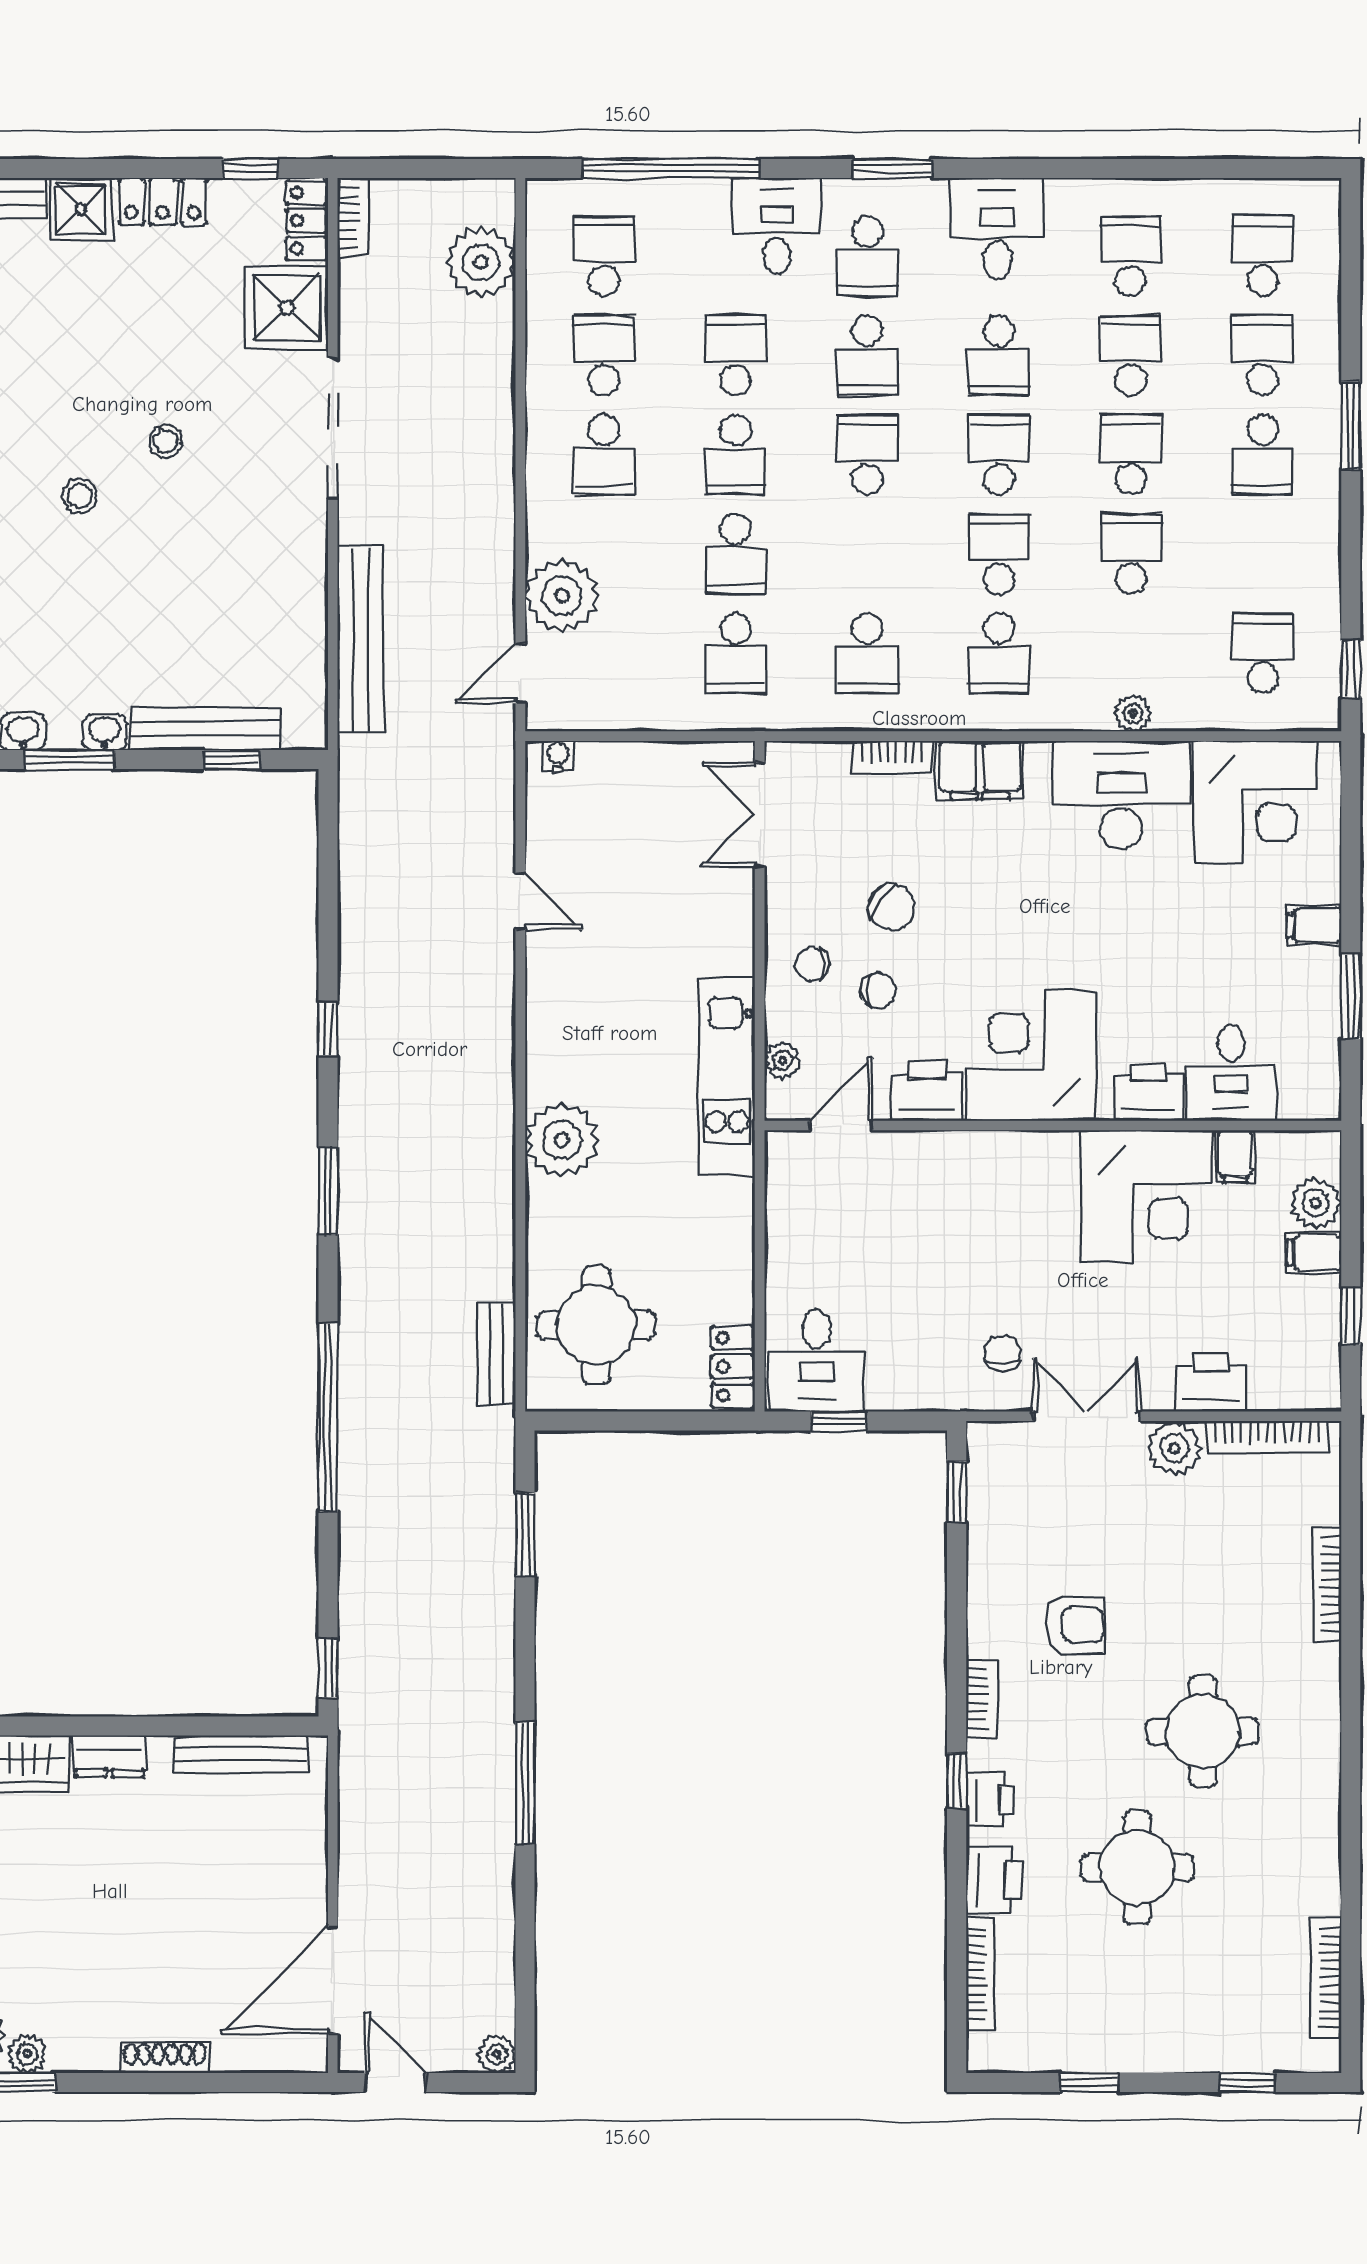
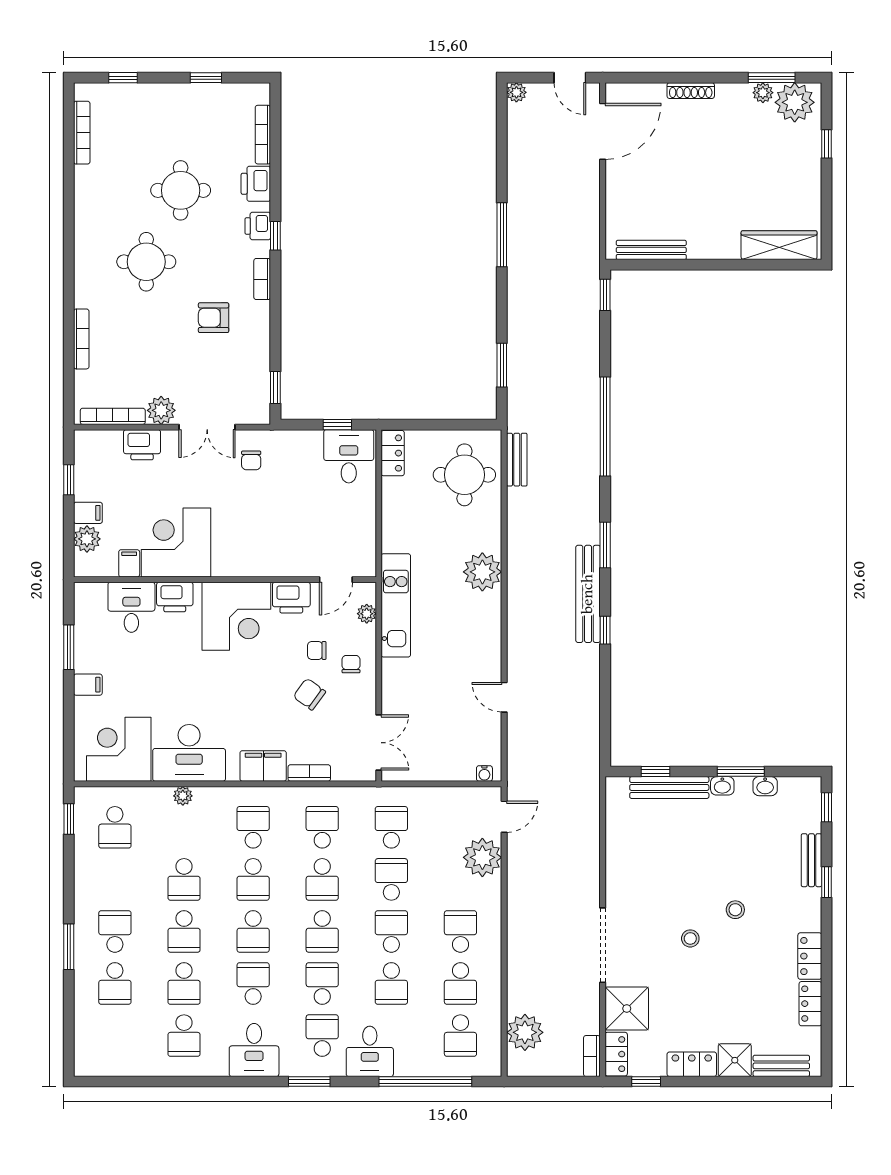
school desk: (1263, 256) -> (322, 879), moved
bench: (360, 639) -> (588, 594), moved
chair: (812, 964) -> (351, 664), turned -90
dresser: (109, 1756) -> (720, 249), removed

